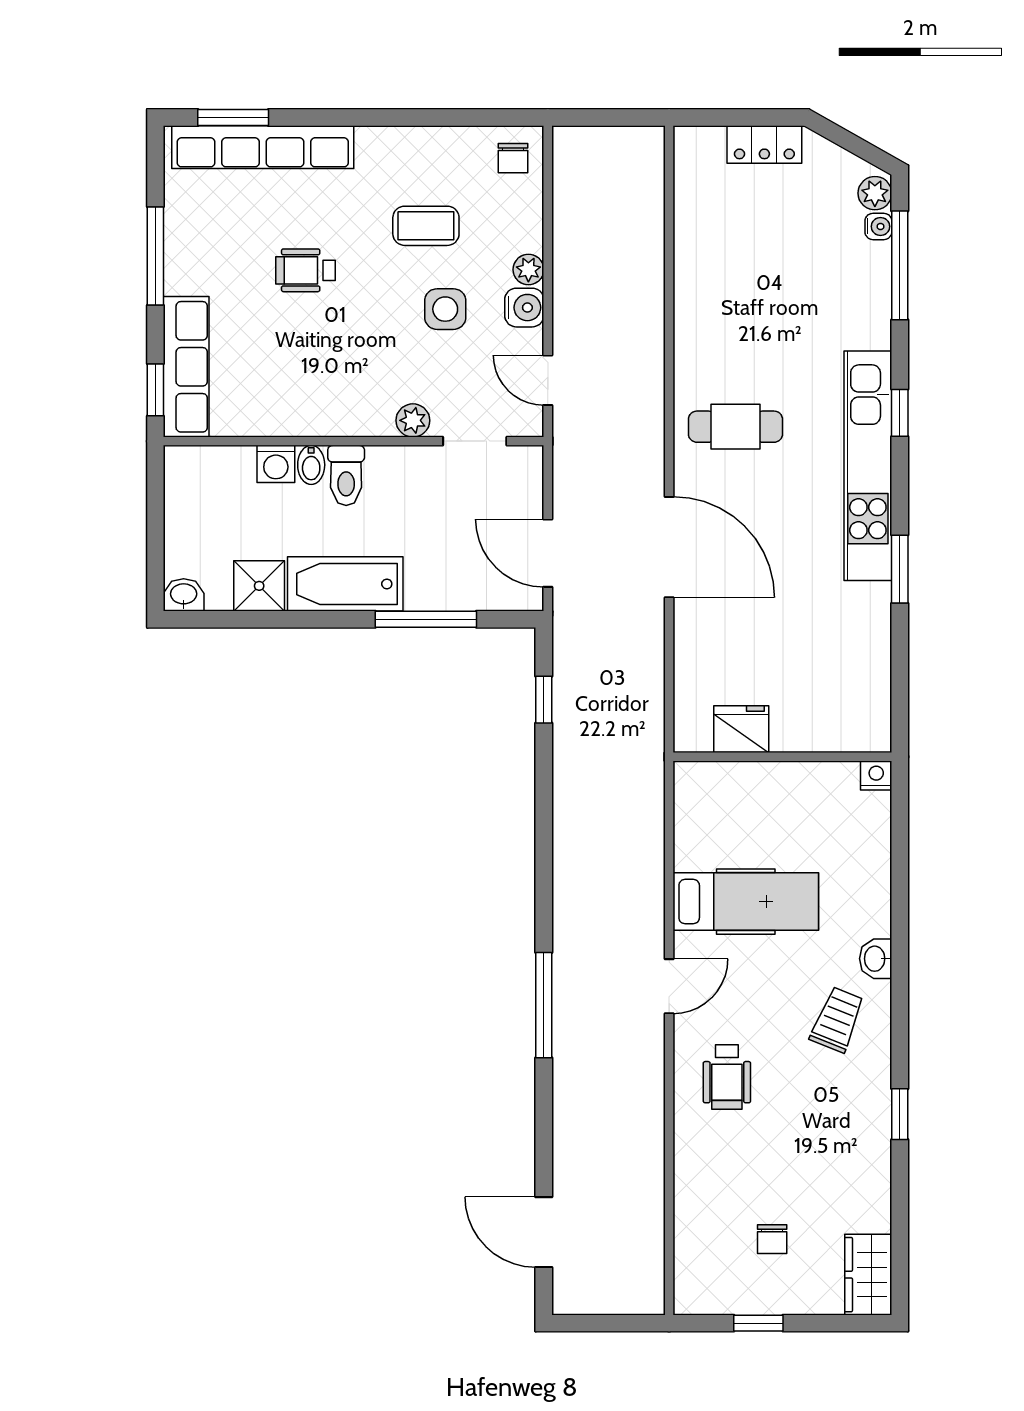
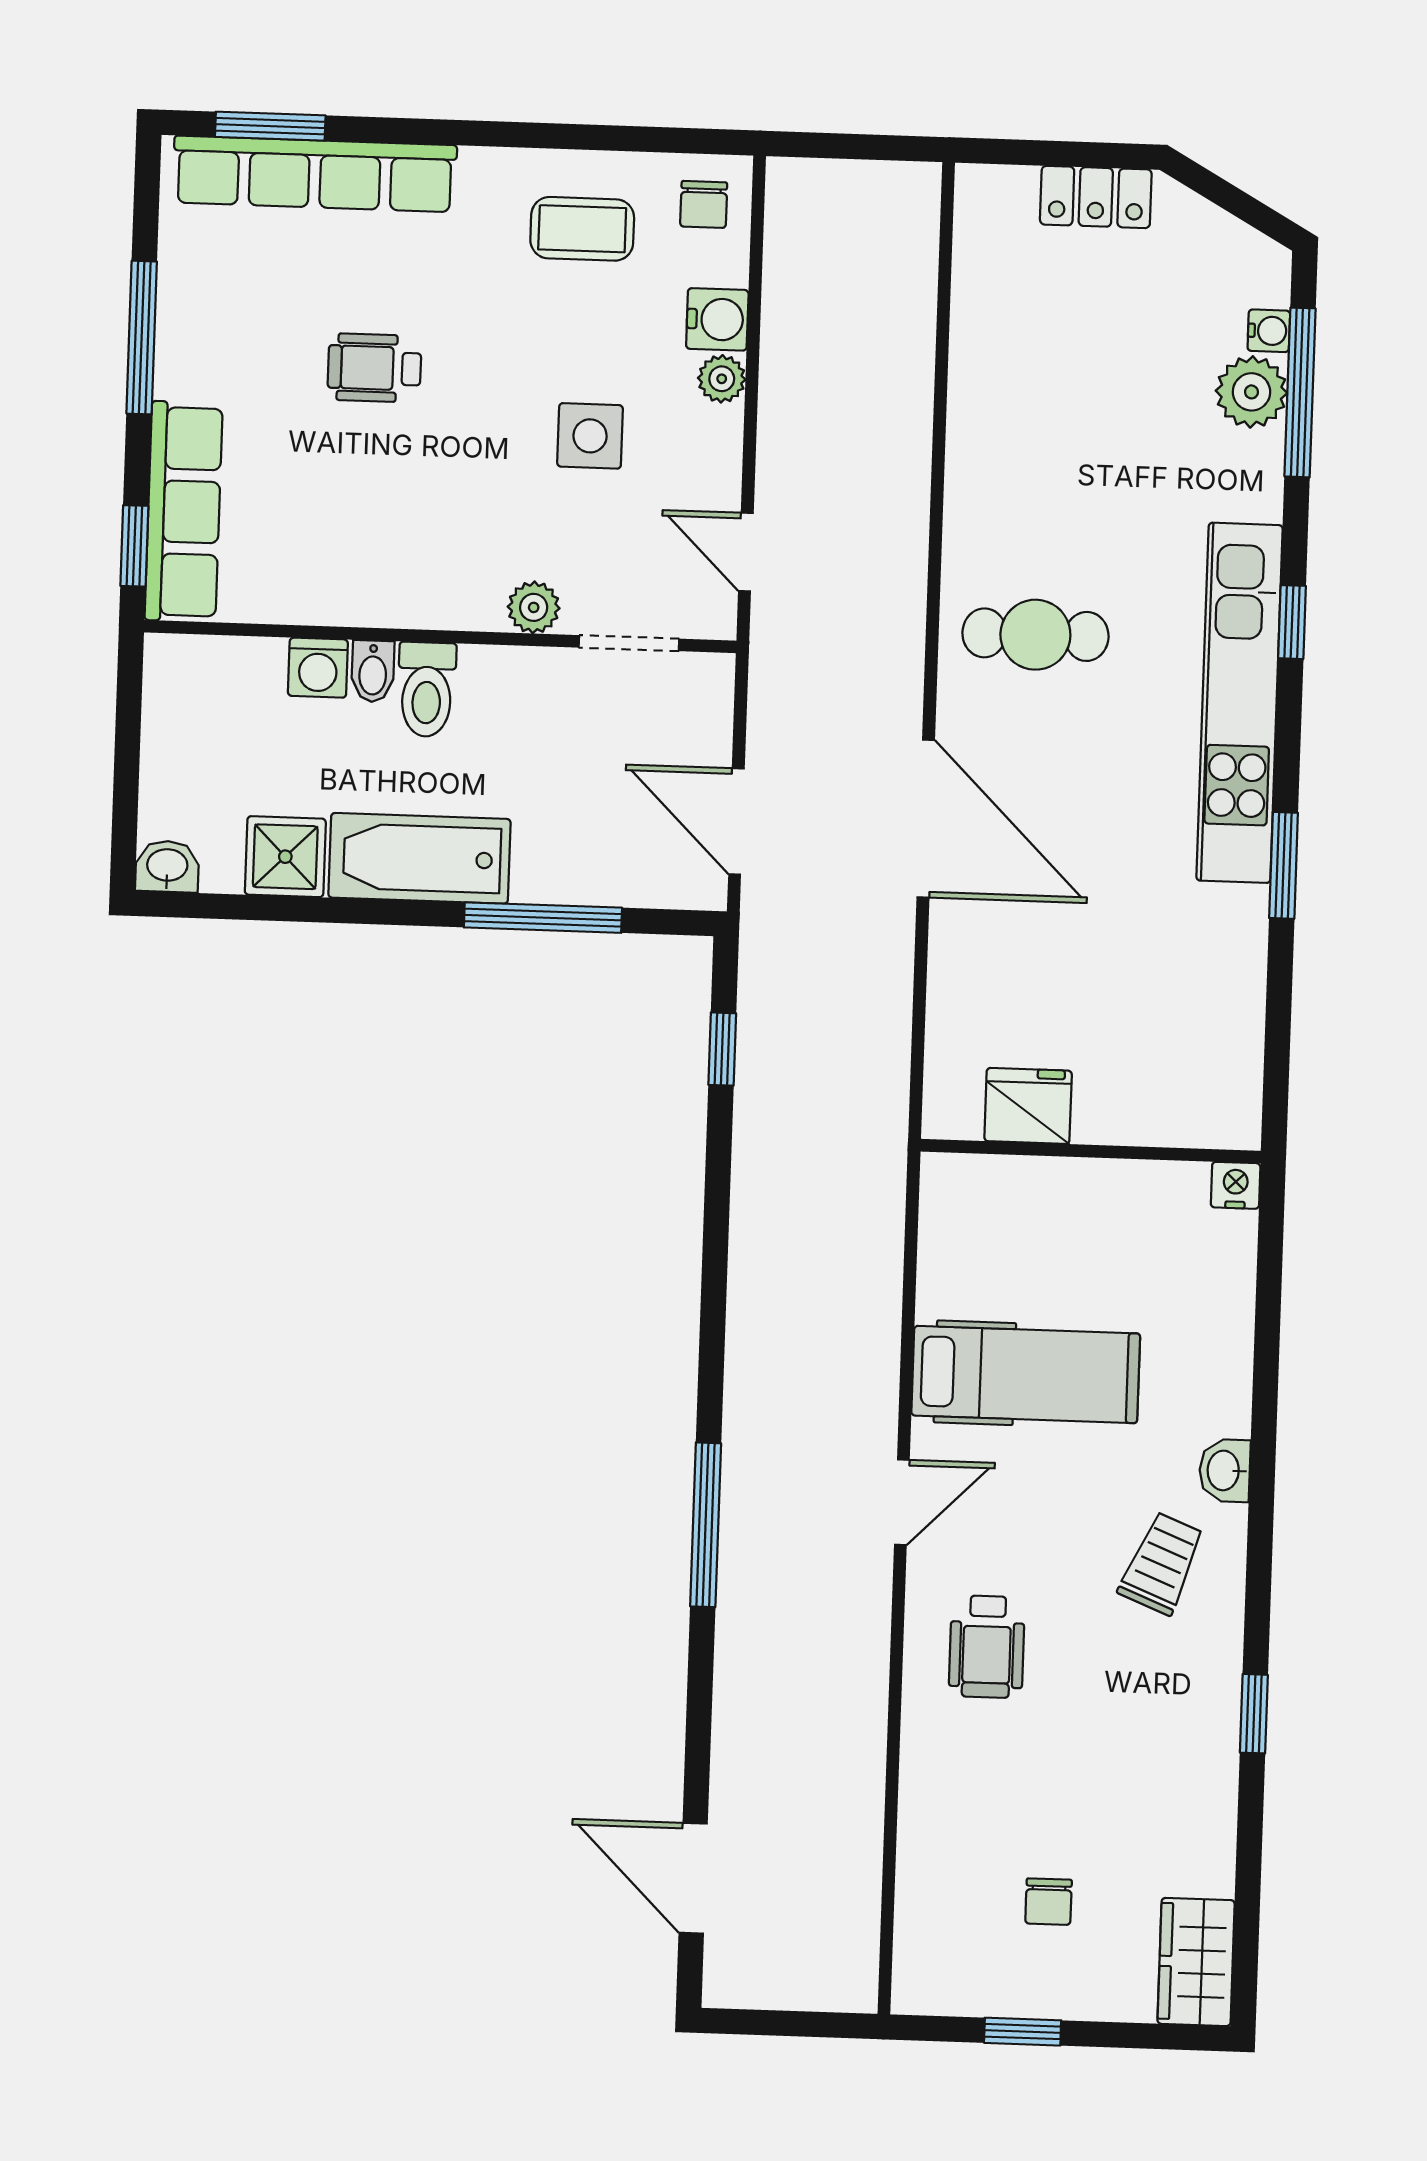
plant: (875, 193) -> (1252, 392), moved, width x1.38, depth x1.38
coffee table: (426, 226) -> (582, 229), moved
water cooler: (524, 308) -> (717, 319), moved

